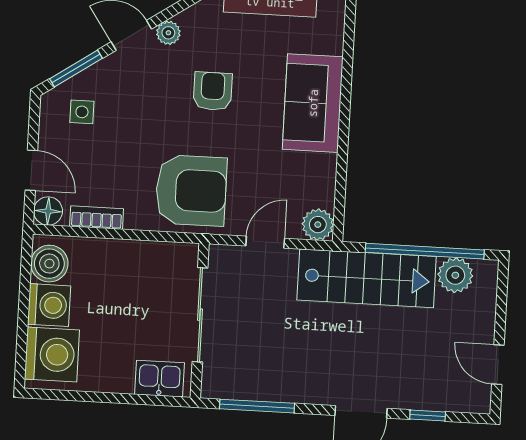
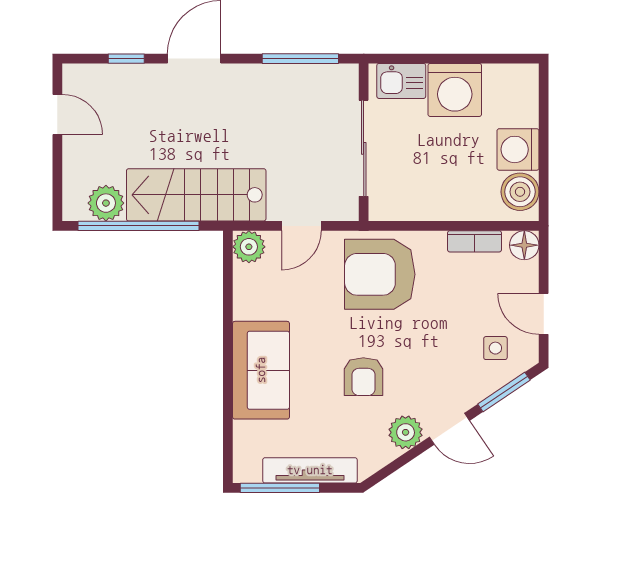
plant: (168, 33) -> (406, 432), width x1.38, depth x1.38
door: (31, 170) -> (544, 314), moved
washing machine: (52, 354) -> (455, 90), moved, turned -90

